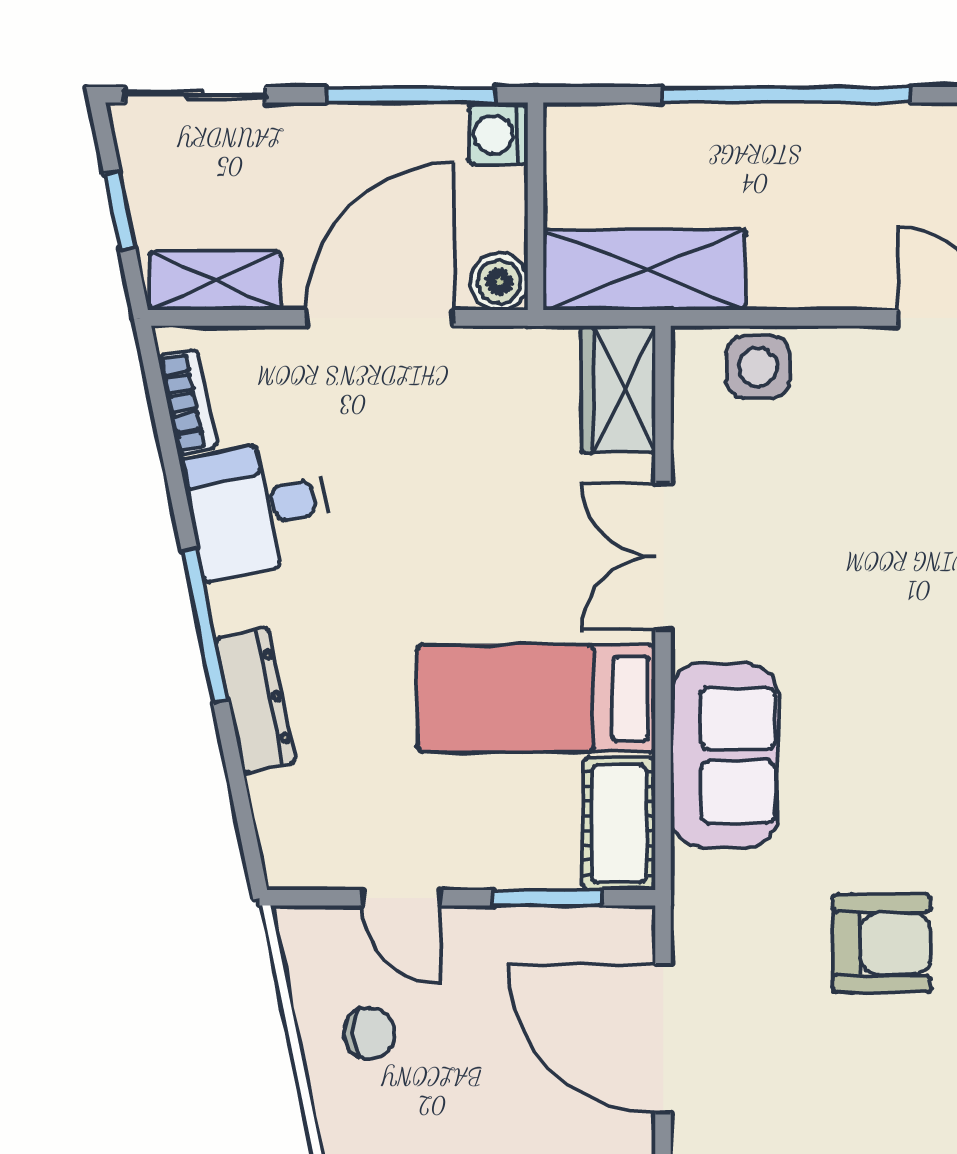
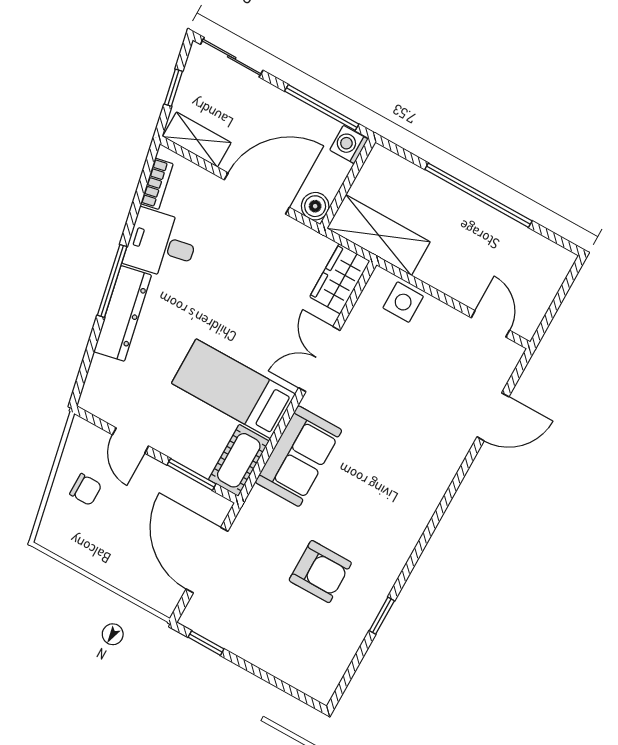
dresser: (256, 700) -> (123, 313), width x1.37, depth x1.24

